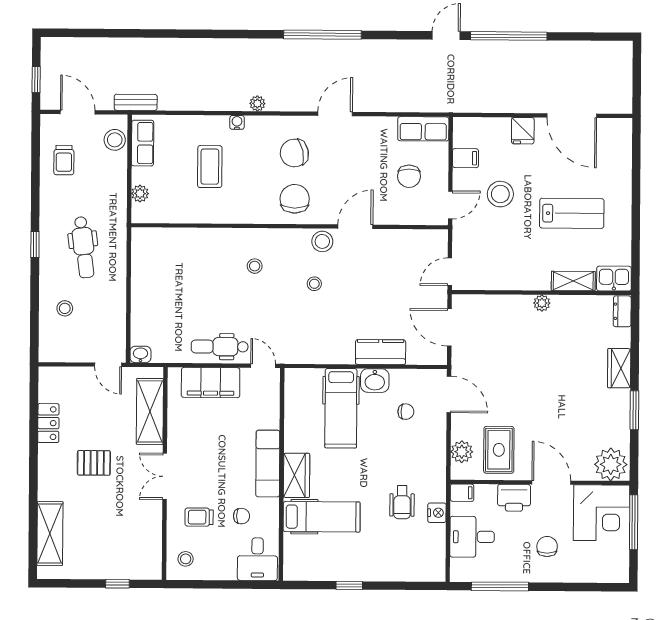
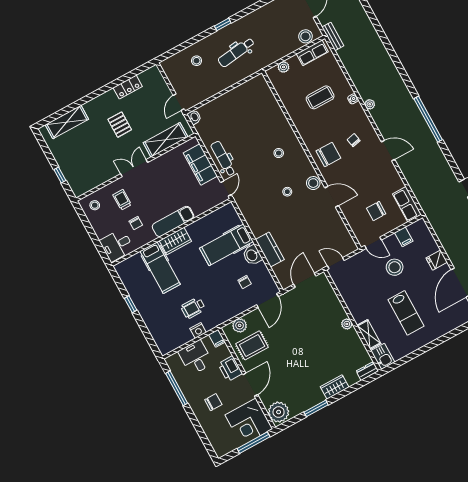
chair: (294, 153) -> (354, 140), width x0.54, depth x0.54
trolley: (64, 160) -> (279, 14), removed

